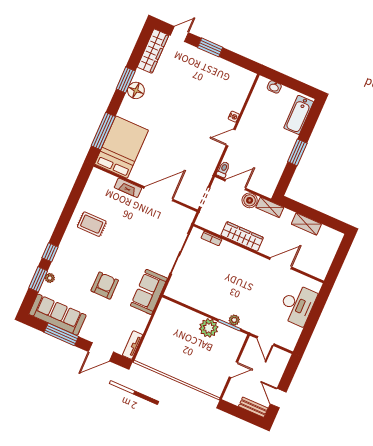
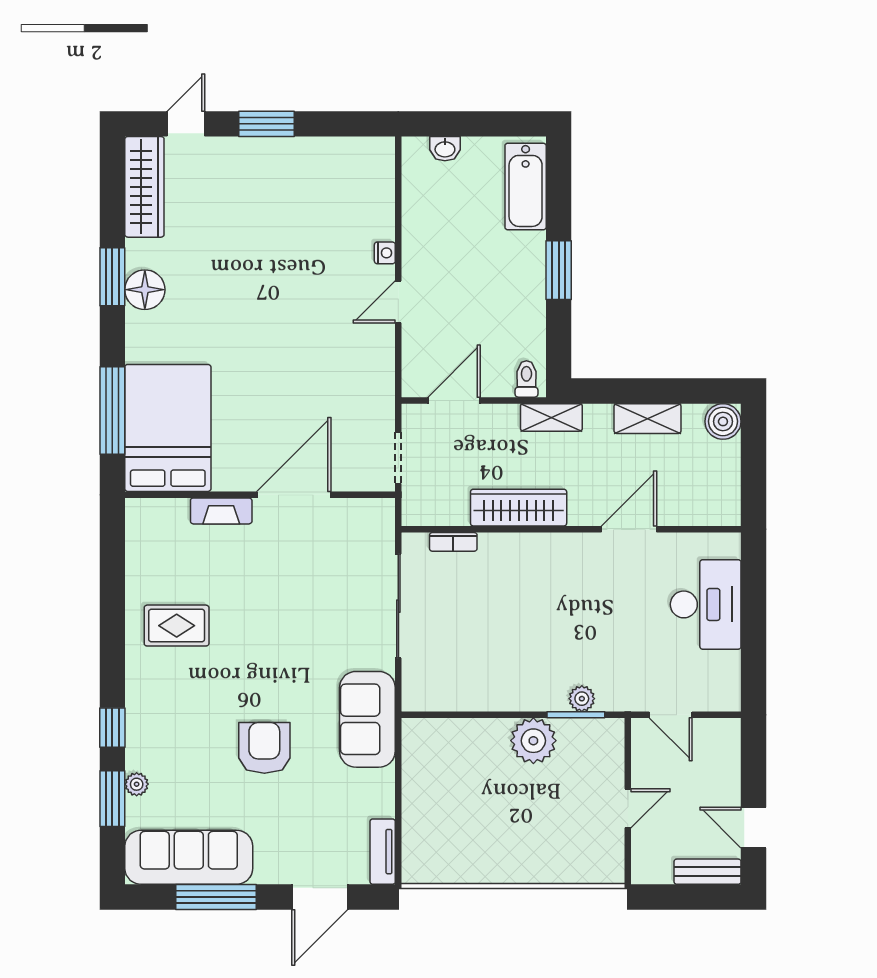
toilet: (223, 169) -> (526, 379), moved
boiler: (250, 200) -> (723, 421), moved

